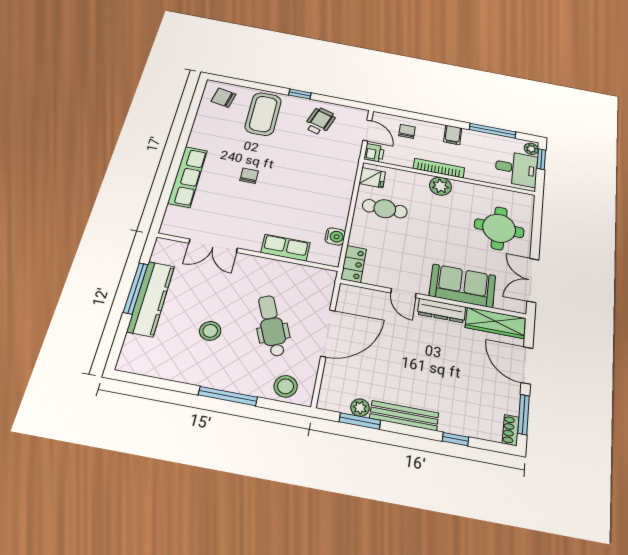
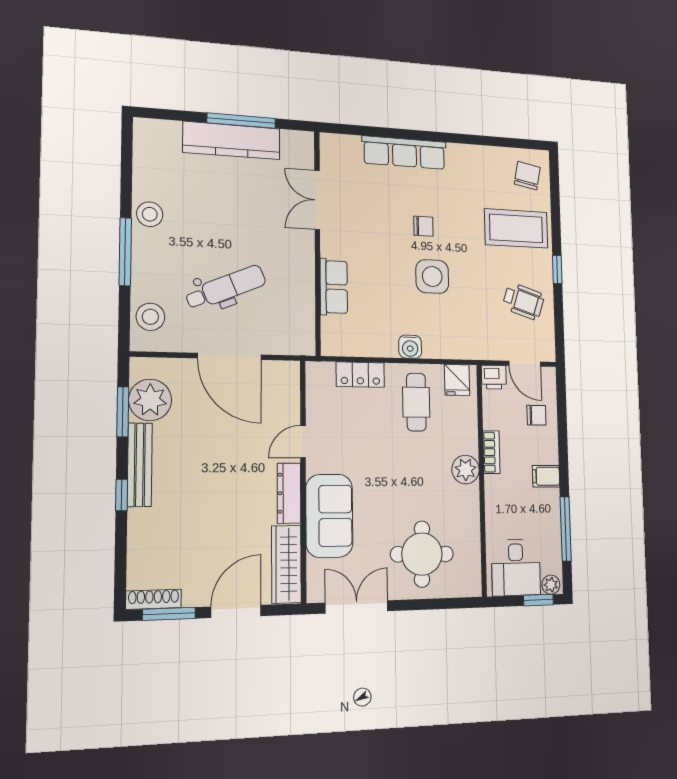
door: (367, 131) -> (525, 364), hinge flipped
bookcase: (439, 168) -> (491, 452), width x0.64
side table: (290, 178) -> (432, 276), added
water cooler: (335, 236) -> (410, 347), moved
locker: (354, 264) -> (360, 375), moved
stool: (210, 331) -> (150, 214), moved
plant: (360, 408) -> (150, 400), width x1.87, depth x1.87
shoe rack: (511, 430) -> (154, 599), width x1.43
window: (456, 439) -> (122, 495), moved

